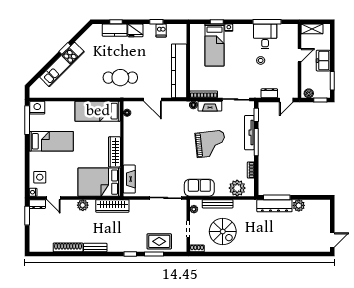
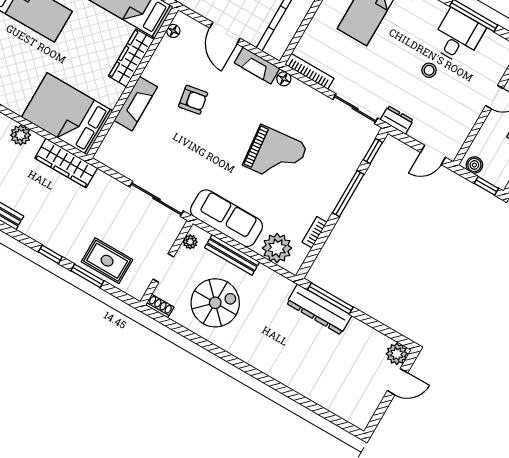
dresser: (269, 93) -> (397, 120), moved
fireplace: (210, 106) -> (257, 66), moved
tv unit: (249, 133) -> (346, 173), removed
armchair: (156, 140) -> (193, 100), added
wardrobe: (114, 152) -> (131, 58), moved
fireplace: (129, 179) -> (136, 104), moved
sofa: (199, 188) -> (227, 218), width x1.36
plant: (299, 205) -> (397, 354), moved
spiral stairs: (223, 231) -> (215, 303), turned -90
door: (332, 240) -> (398, 382), moved

